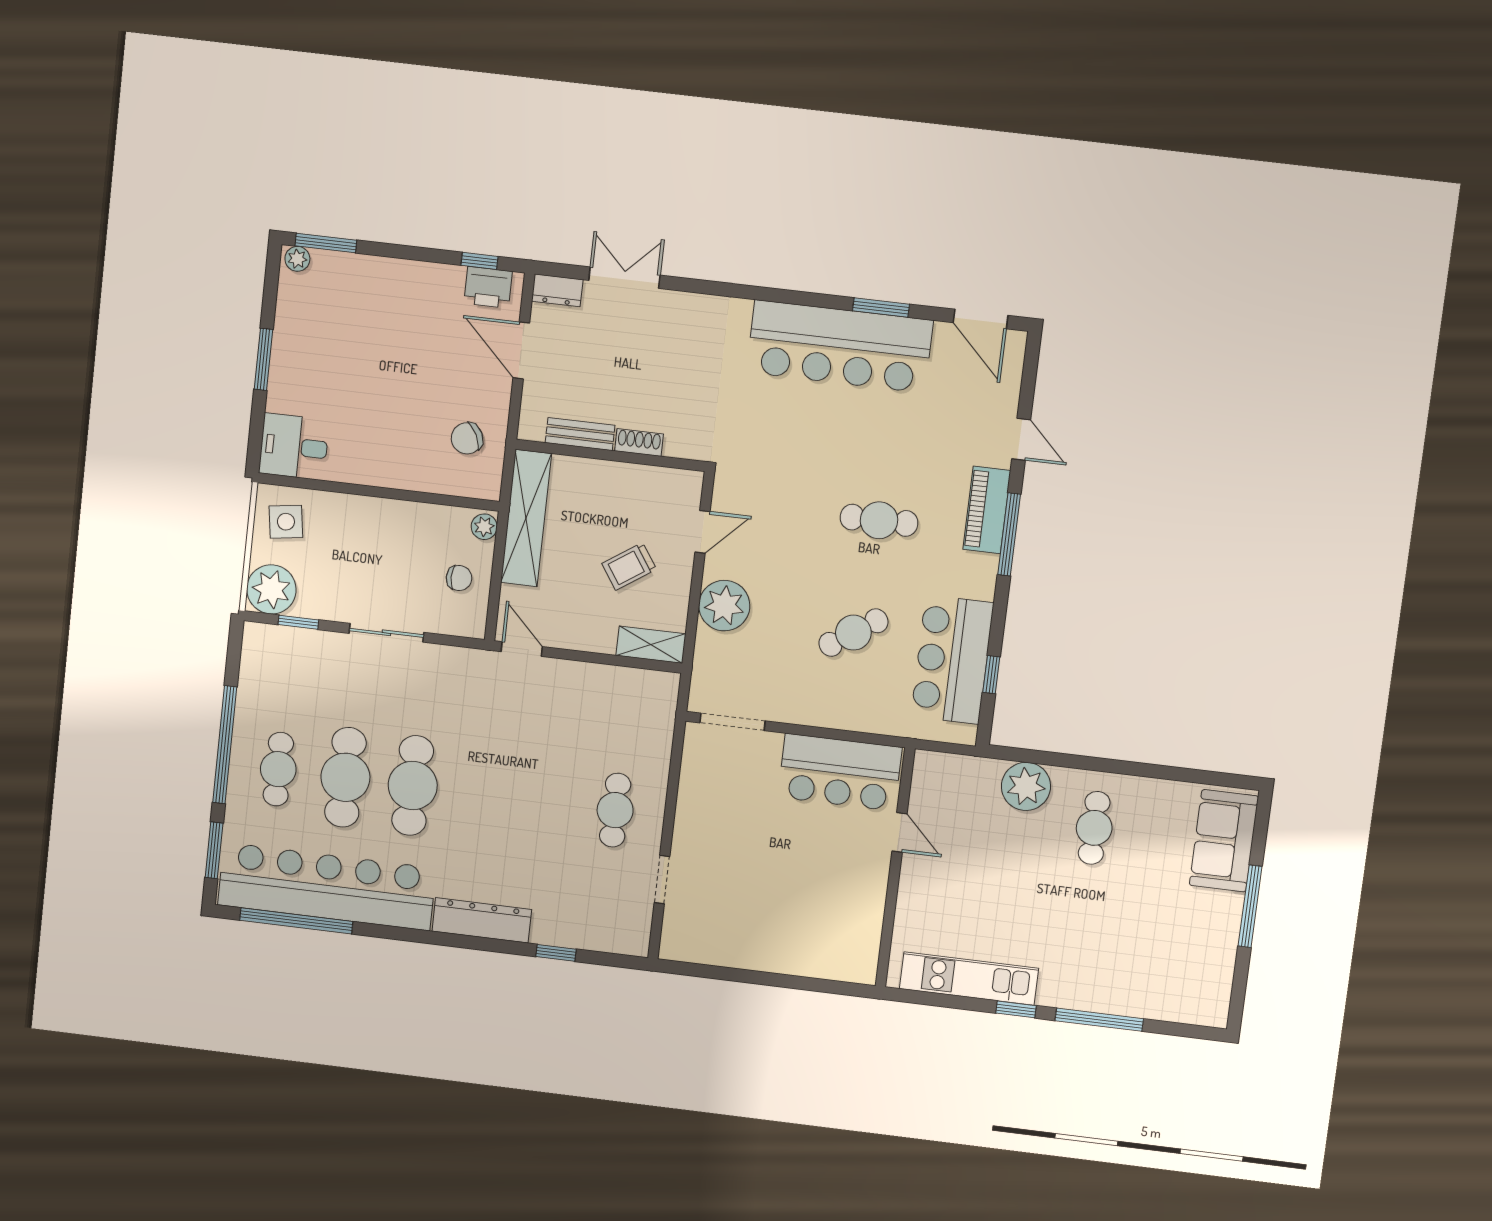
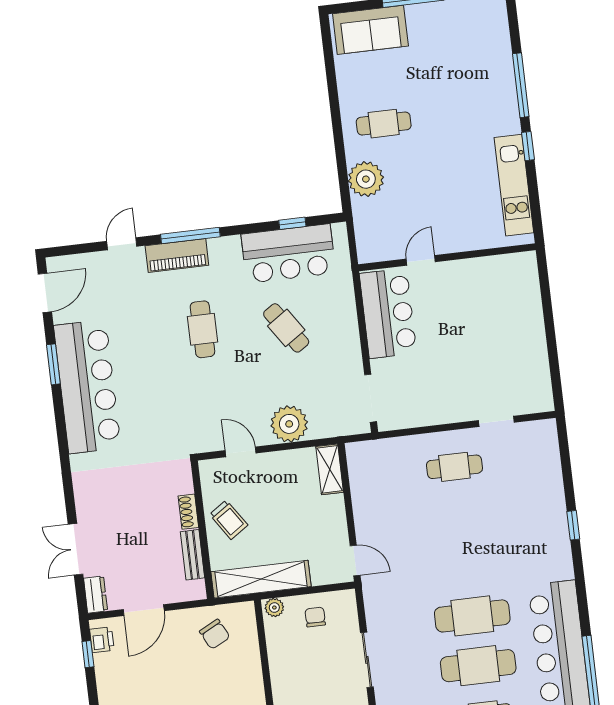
printer: (488, 287) -> (102, 640), width x0.73, depth x0.81
trolley: (629, 566) -> (229, 520), moved
door: (522, 649) -> (355, 561), swing flipped
dresser: (482, 920) -> (558, 544), removed
window: (556, 953) -> (573, 525), moved

